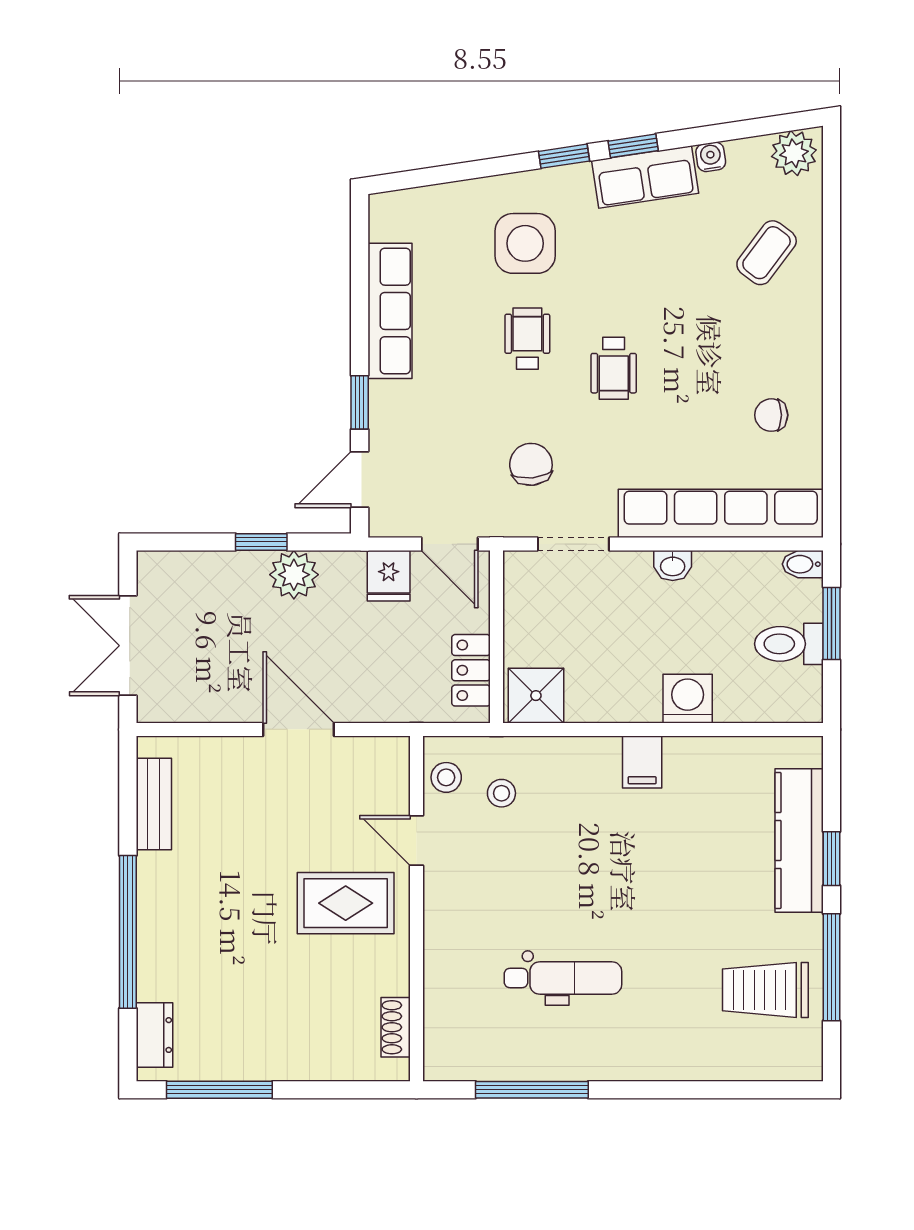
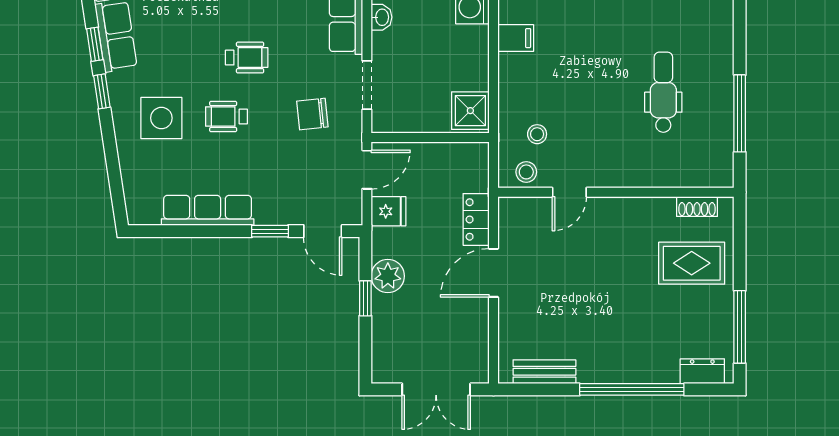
locker: (471, 670) -> (476, 219), moved, turned 90
rug: (346, 903) -> (692, 263), moved, turned 90

